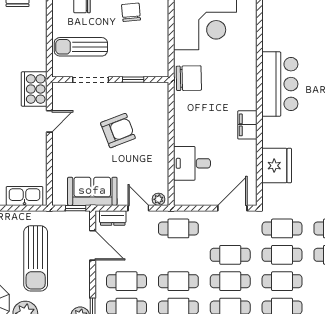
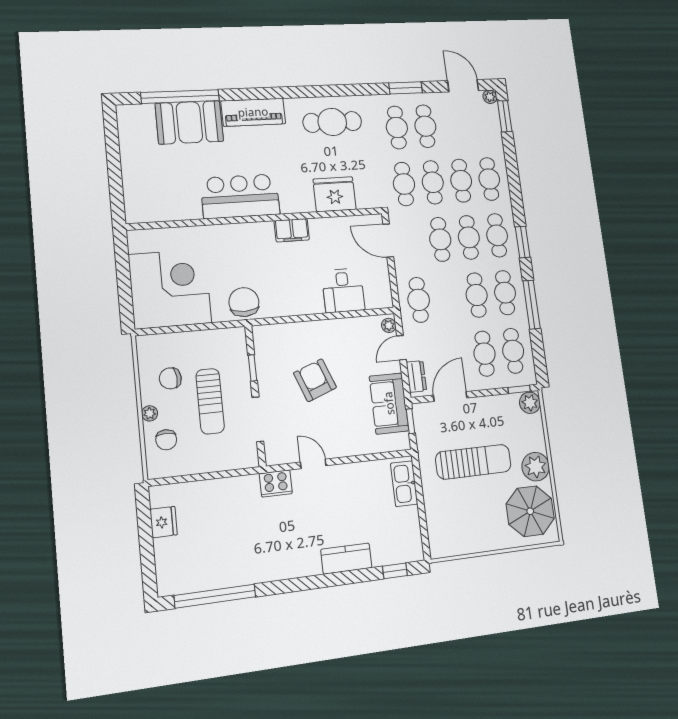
sun lounger: (81, 47) -> (210, 401), moved
cooker: (34, 89) -> (276, 484), width x0.73, depth x0.76

